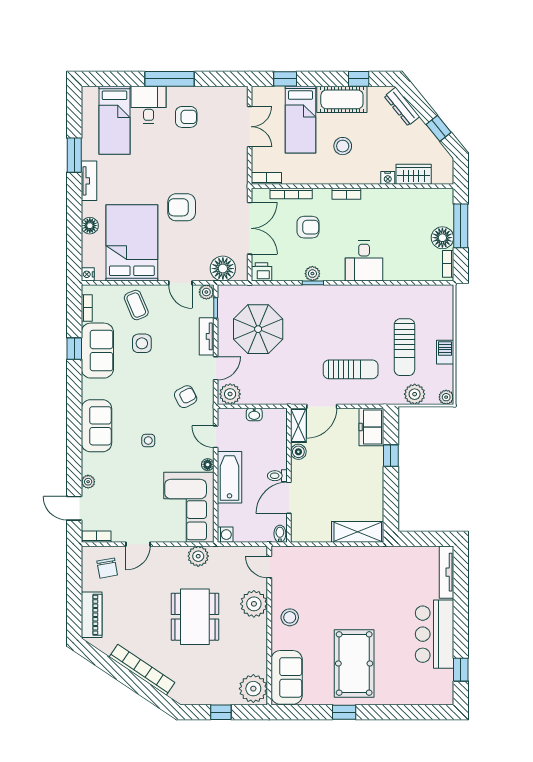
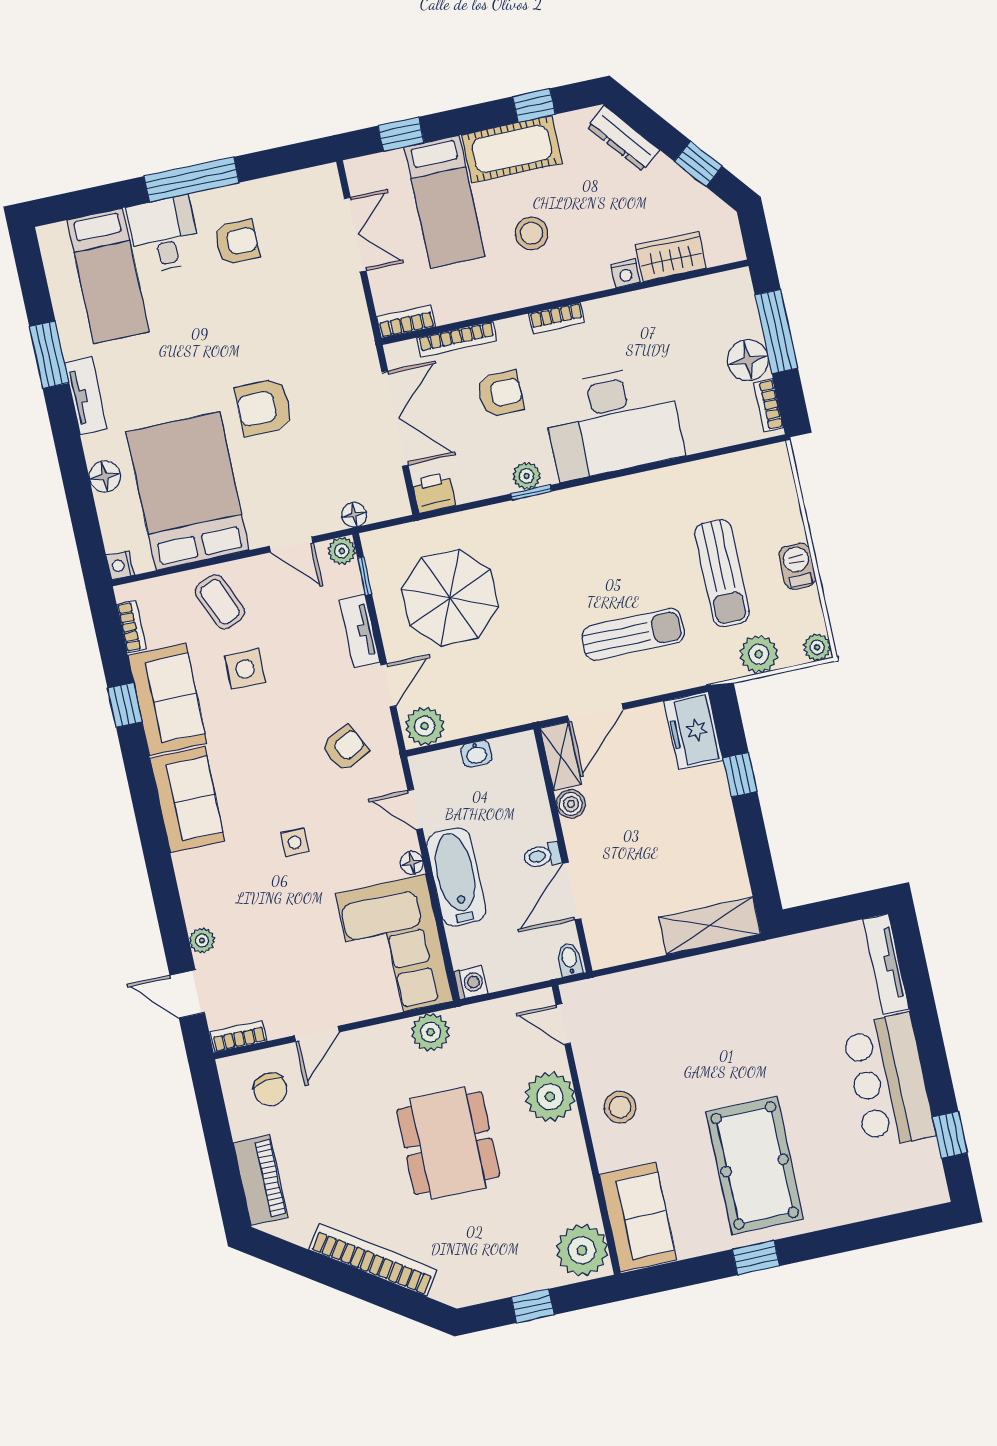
desk: (364, 261) -> (613, 422), width x1.87, depth x1.30
floor lamp: (223, 269) -> (354, 515), width x0.53, depth x0.53
sofa: (96, 426) -> (187, 800), moved

